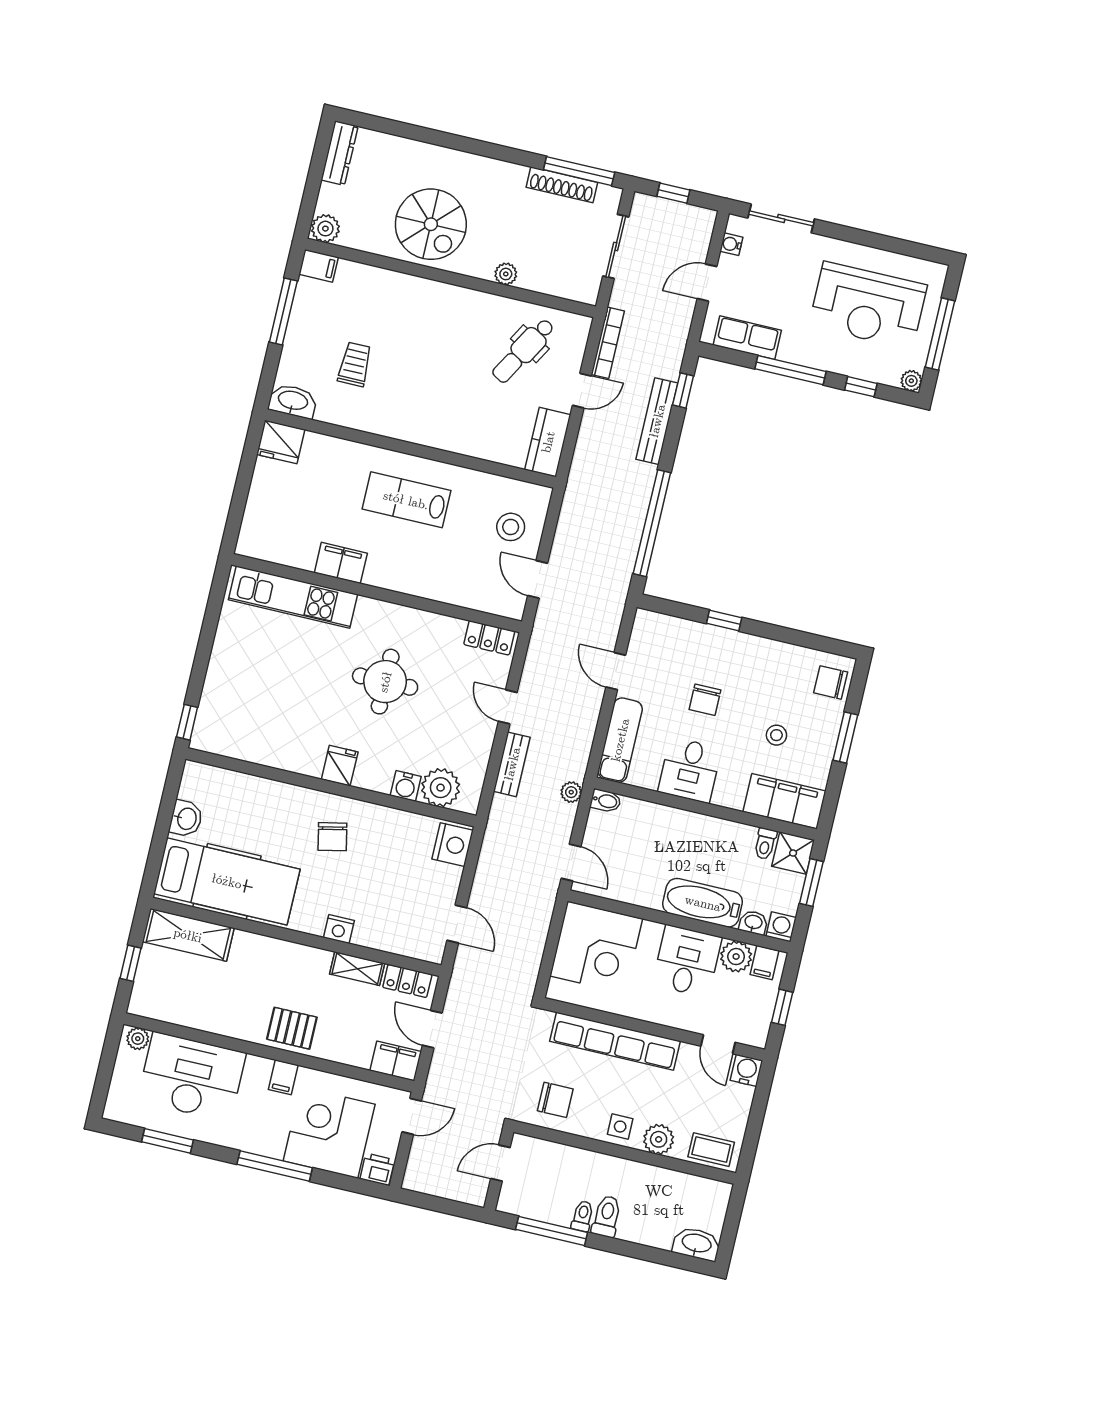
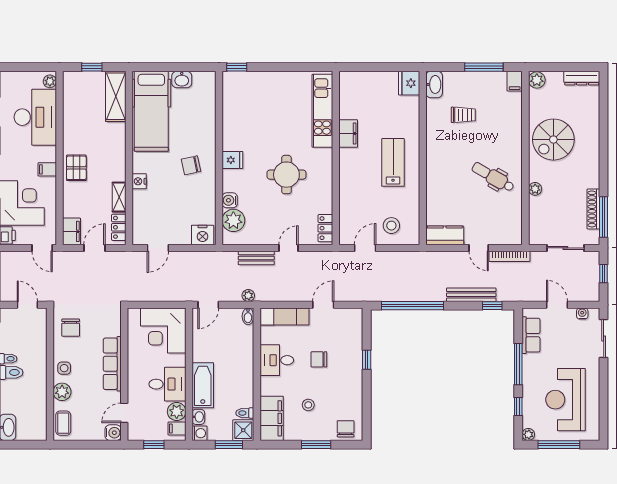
dental chair: (523, 351) -> (493, 177), moved
row of seats: (615, 1041) -> (112, 364), width x0.73

